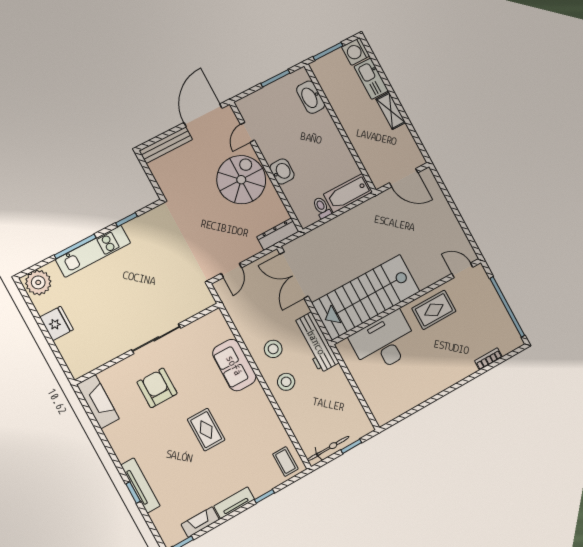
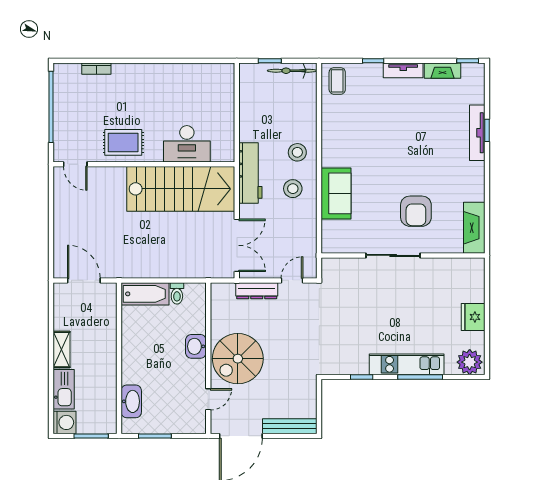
dresser: (278, 234) -> (257, 291), moved
desk: (384, 342) -> (187, 144), width x0.73, depth x0.77
rug: (206, 430) -> (393, 150), removed

